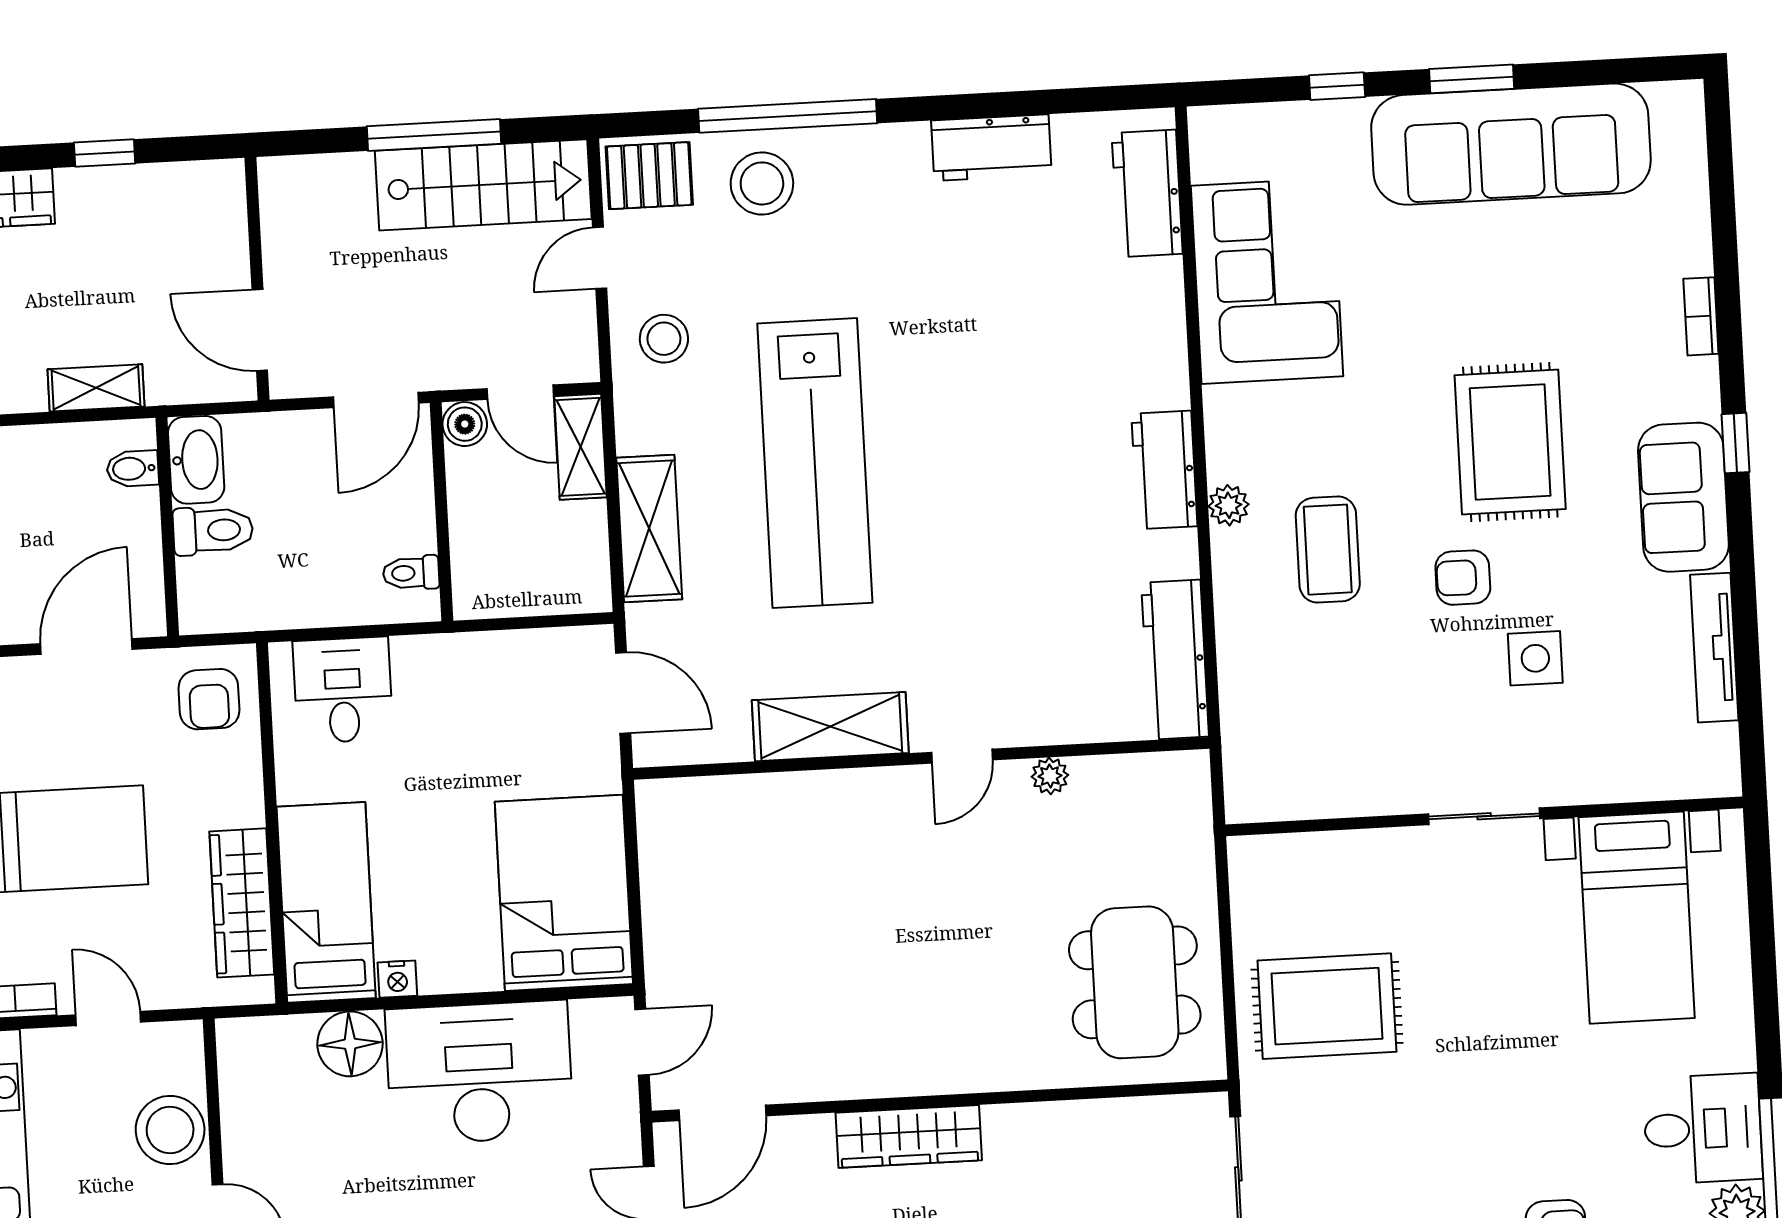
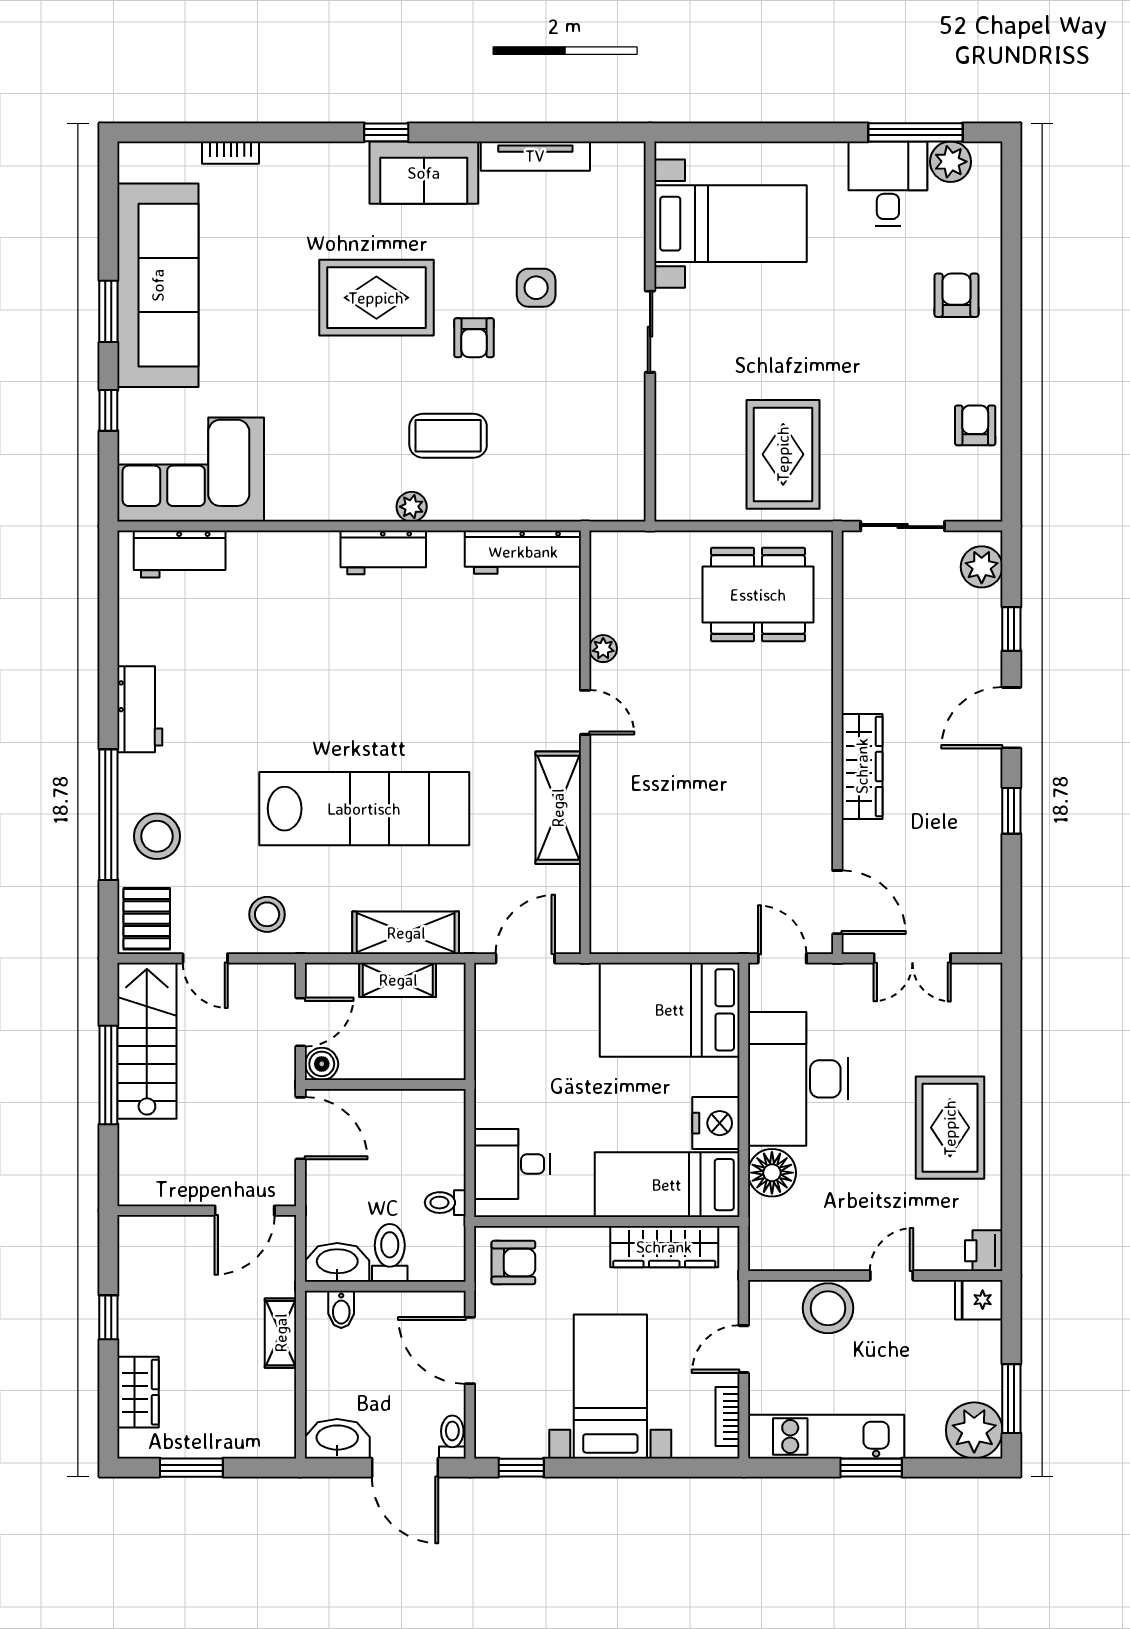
workbench: (991, 148) -> (140, 709), moved
corner sofa: (1267, 281) -> (191, 470), moved
bookcase: (1701, 316) -> (231, 153), moved
shelving: (580, 447) -> (398, 980), moved
toilet: (411, 573) -> (445, 1203), moved, turned 90
nightstand: (397, 979) -> (716, 1123), width x1.89, depth x1.79

